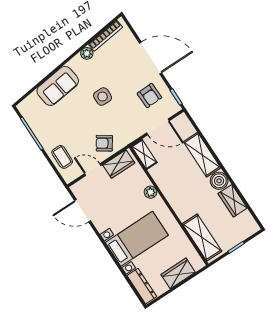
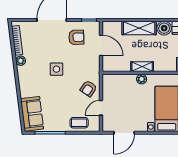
sofa: (58, 86) -> (32, 114), moved
door: (158, 127) -> (101, 45), hinge flipped
shelving: (144, 154) -> (142, 67), moved
wardrobe: (119, 164) -> (109, 88), removed

